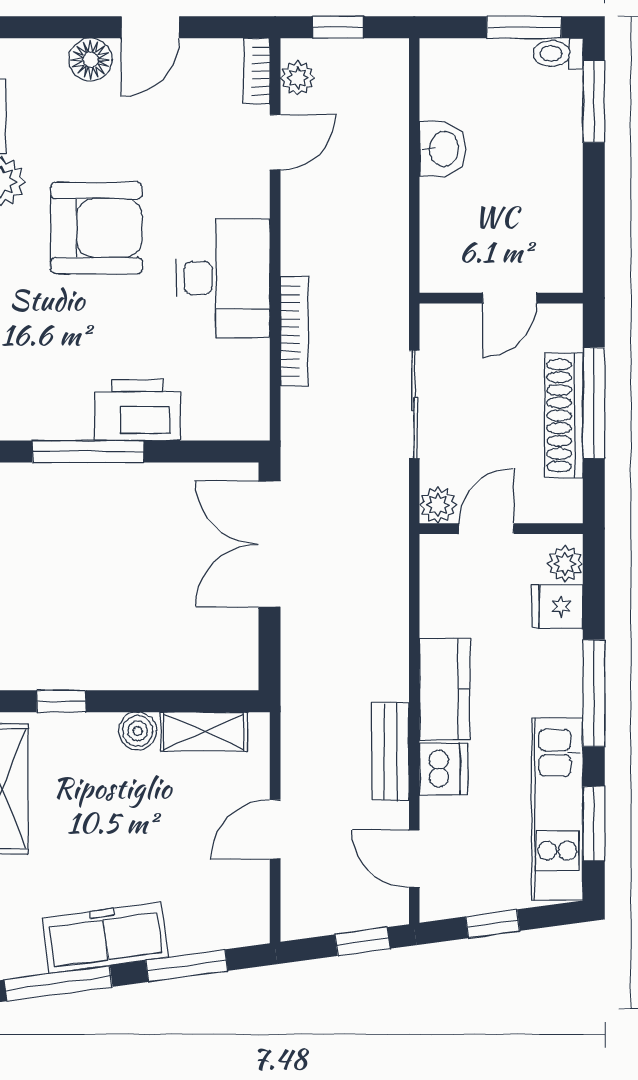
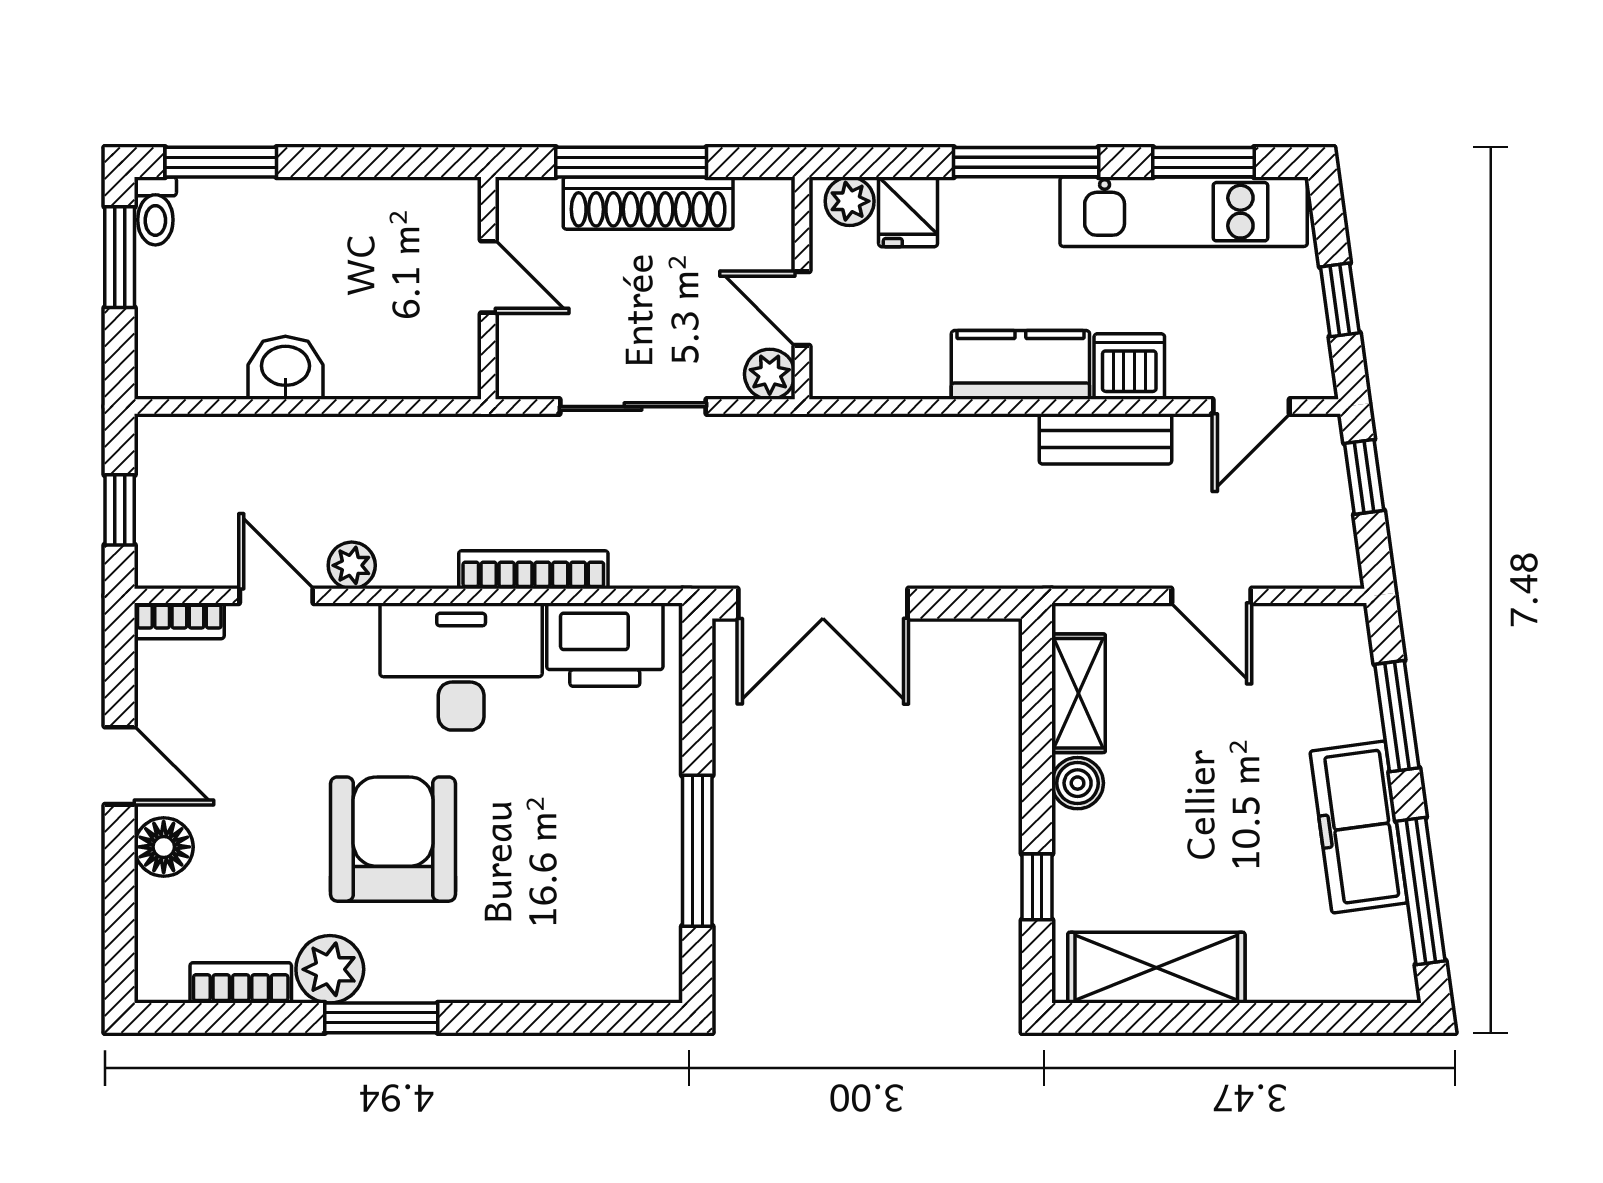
plant: (298, 78) -> (352, 565), moved
printer: (138, 410) -> (605, 645), moved, turned -90

